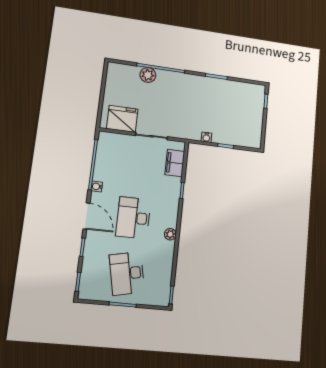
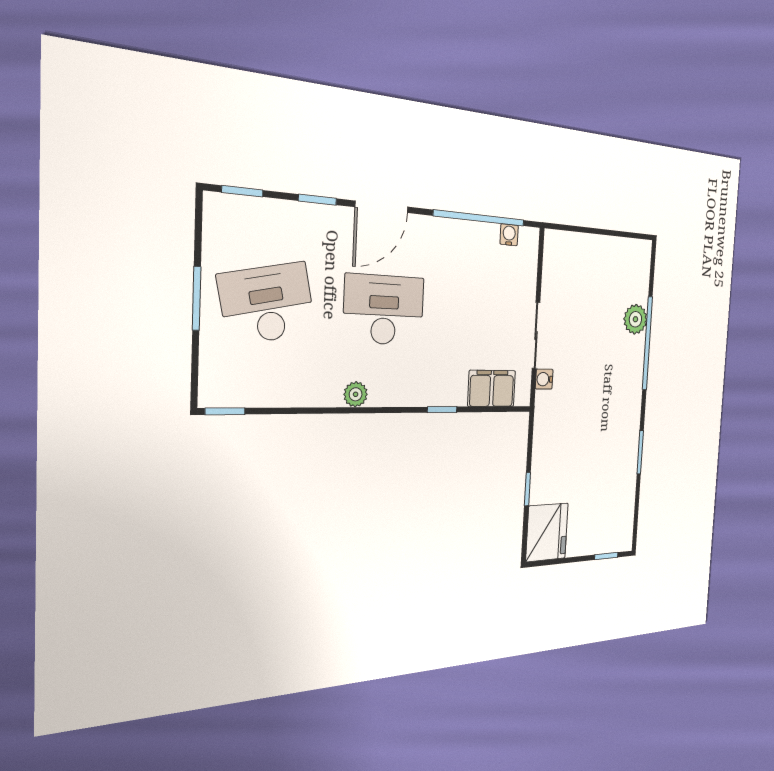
fridge: (122, 119) -> (547, 532), moved
water cooler: (206, 137) -> (544, 379), moved
water cooler: (97, 187) -> (509, 235), moved

